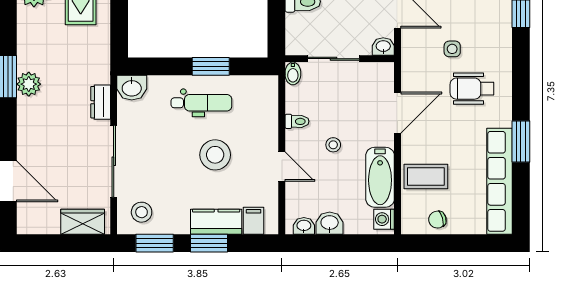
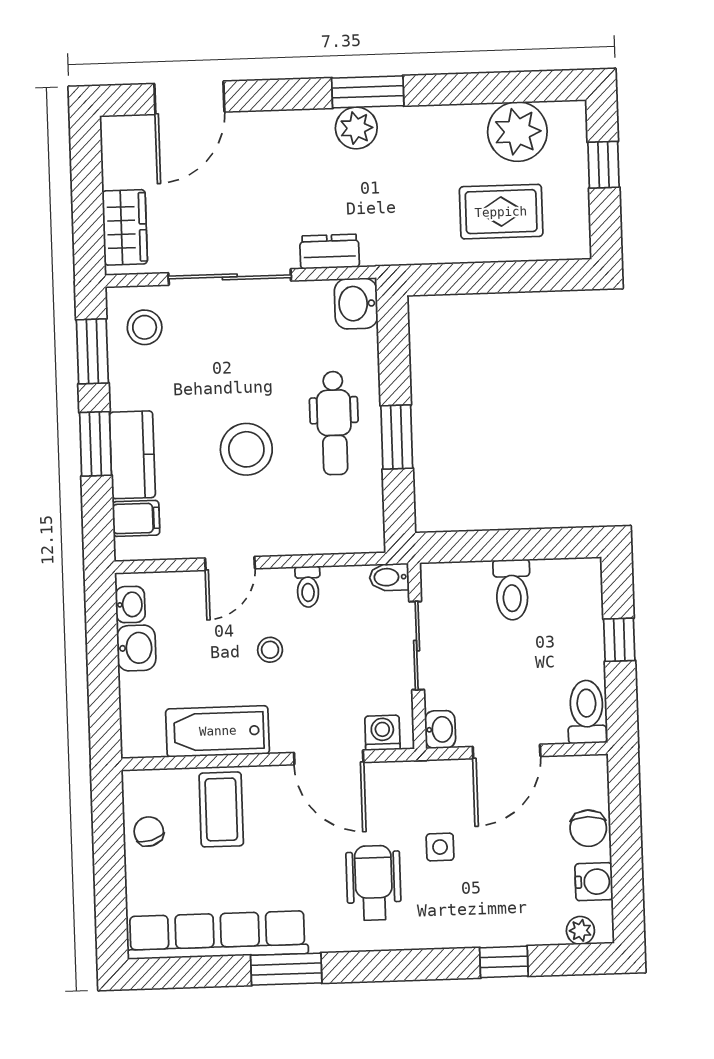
washing machine: (384, 219) -> (382, 733), moved

